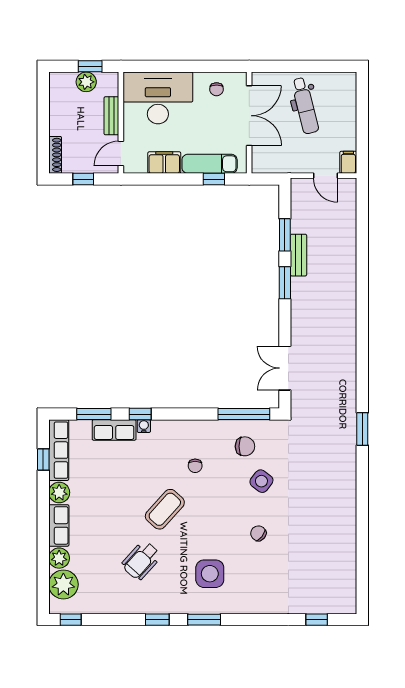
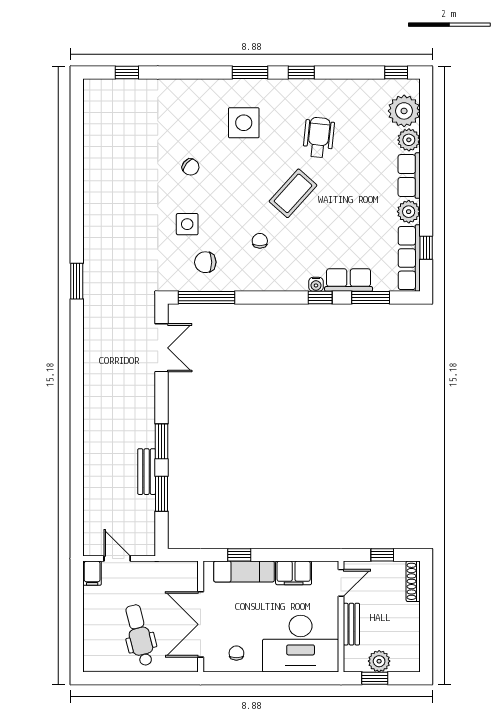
side table: (261, 481) -> (187, 224), turned -37
wheelchair: (141, 560) -> (319, 137), turned -36

